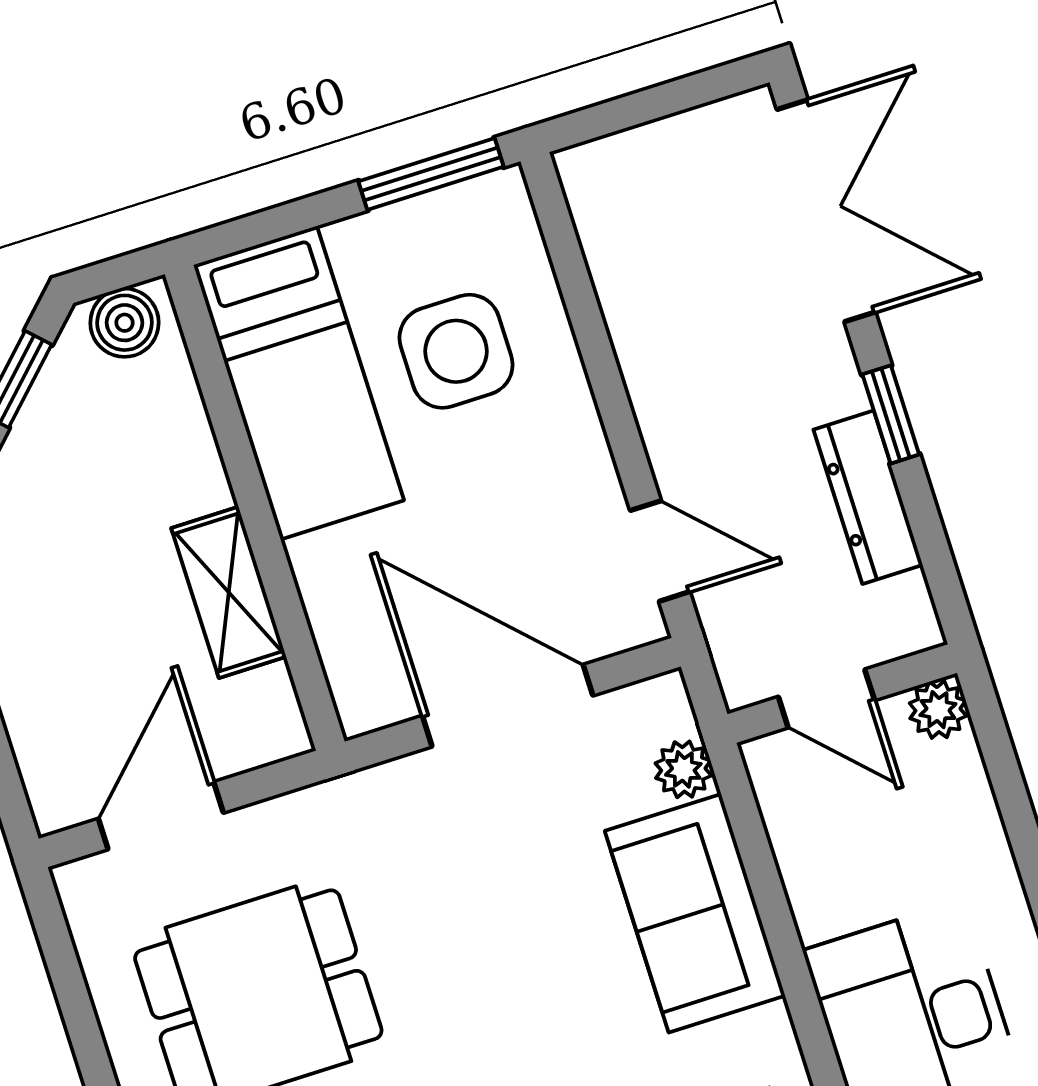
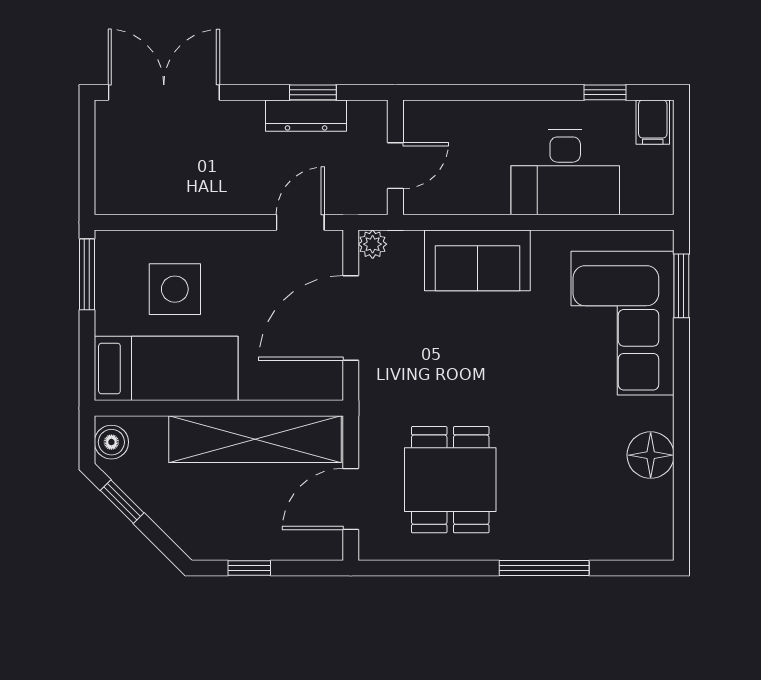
window: (891, 414) -> (313, 92), moved
shelving: (229, 592) -> (255, 439), width x2.20, depth x1.33
plant: (938, 710) -> (417, 114), removed
plant: (683, 769) -> (373, 244), moved
door: (161, 816) -> (351, 499), hinge flipped

